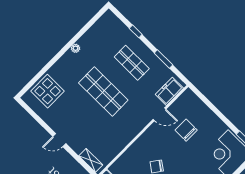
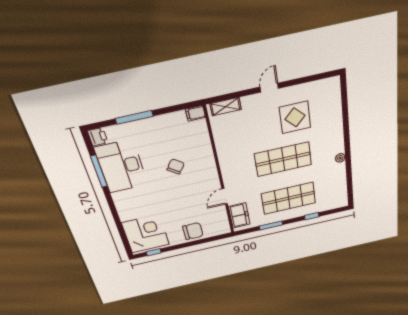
shop shelf: (132, 63) -> (289, 198), width x1.43, depth x1.36
display table: (48, 91) -> (295, 117), moved
chair: (186, 130) -> (193, 231), moved

